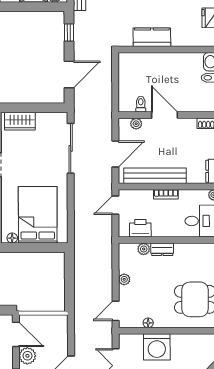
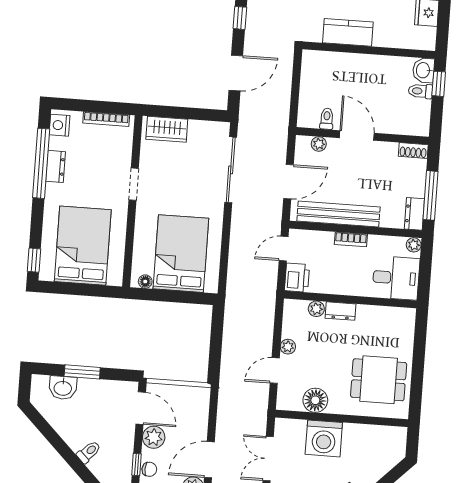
printer: (140, 228) -> (297, 278), moved, turned 90
door: (116, 311) -> (275, 371), moved
floor lamp: (148, 323) -> (315, 400), width x1.89, depth x1.89

